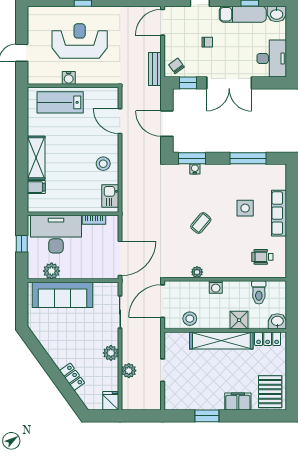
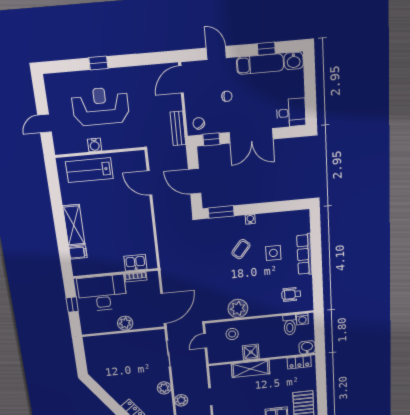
desk: (272, 58) -> (291, 113), width x0.73
window: (248, 158) -> (273, 207), removed
stool: (103, 164) -> (138, 225), removed
water cooler: (195, 169) -> (250, 219), moved
kitchen sink: (110, 196) -> (135, 263), moved, turned 90
coffee table: (201, 223) -> (241, 249), moved
plant: (52, 271) -> (125, 323), moved
plant: (197, 272) -> (238, 308), width x1.87, depth x1.87
washing machine: (216, 287) -> (302, 319), moved
sofa: (62, 295) -> (115, 345), removed
door: (163, 301) -> (205, 341), width x0.53
stool: (190, 319) -> (232, 334), moved
shower: (239, 320) -> (251, 352), moved
shelving: (221, 341) -> (251, 369), width x0.68

